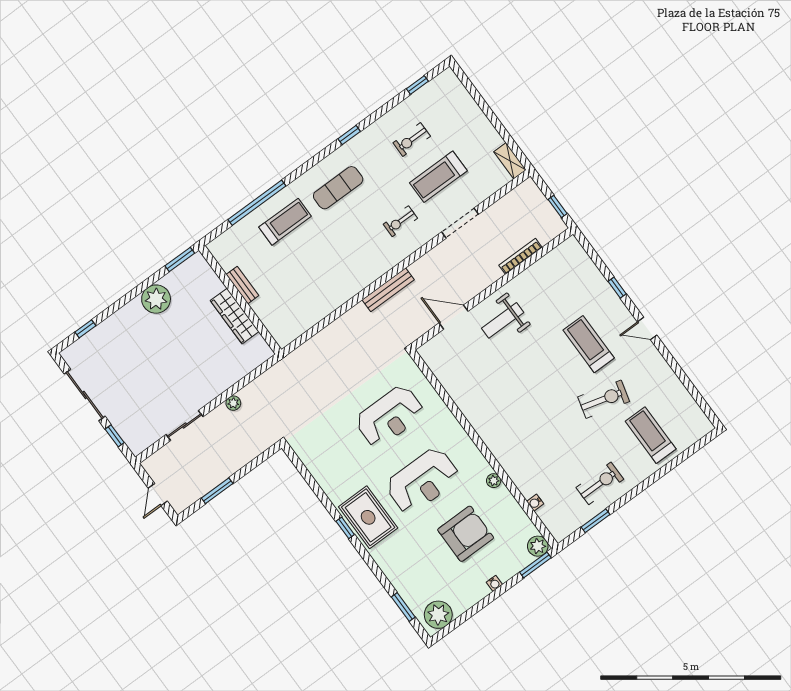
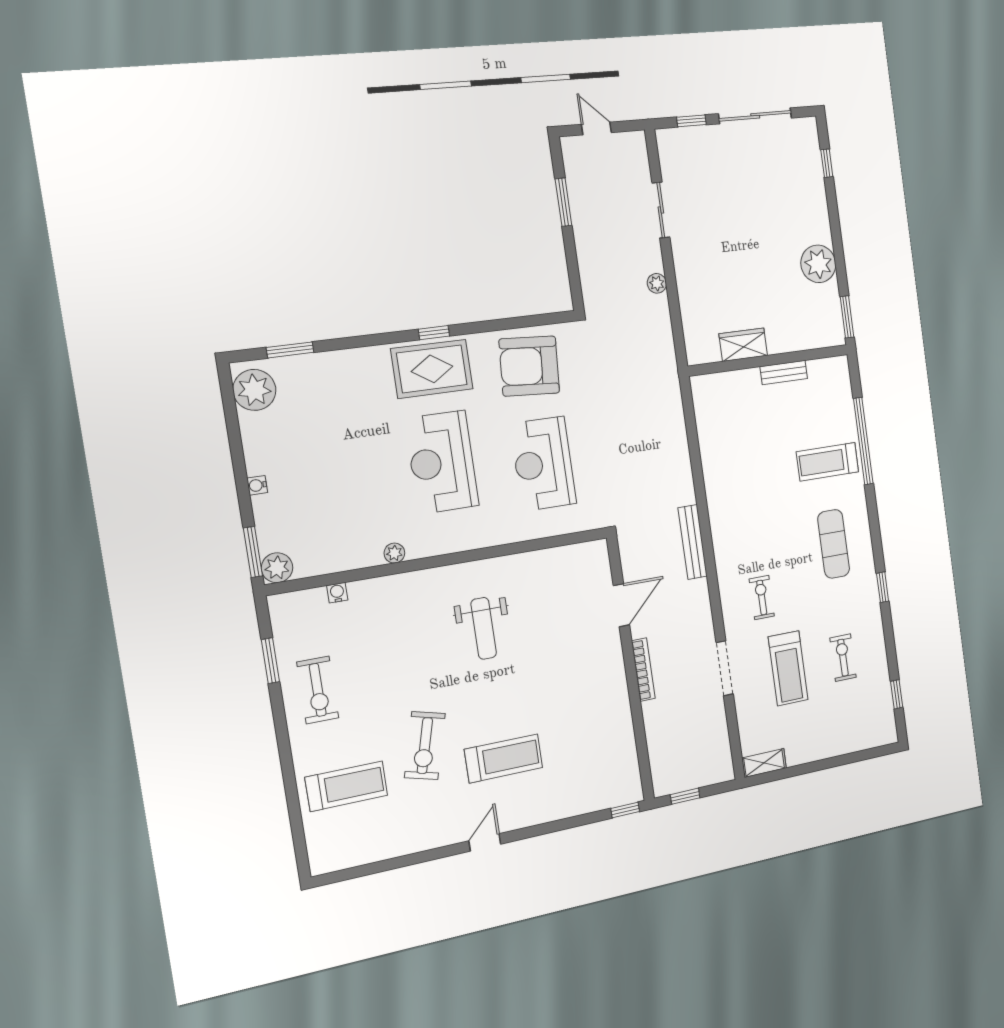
treadmill: (438, 177) -> (788, 668), turned 180
treadmill: (285, 222) -> (828, 462), turned 90
bookcase: (520, 256) -> (643, 670), moved
window: (617, 288) -> (625, 810), moved
wardrobe: (235, 316) -> (743, 345), width x0.67
weight bench: (503, 320) -> (484, 628), moved, turned 180
armchair: (466, 534) -> (529, 366), moved, turned 94

